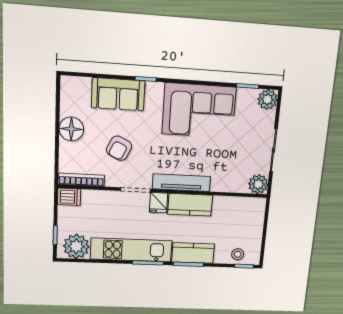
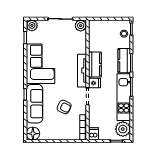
sofa: (118, 94) -> (34, 104), width x1.36
floor lamp: (71, 129) -> (33, 134), moved

